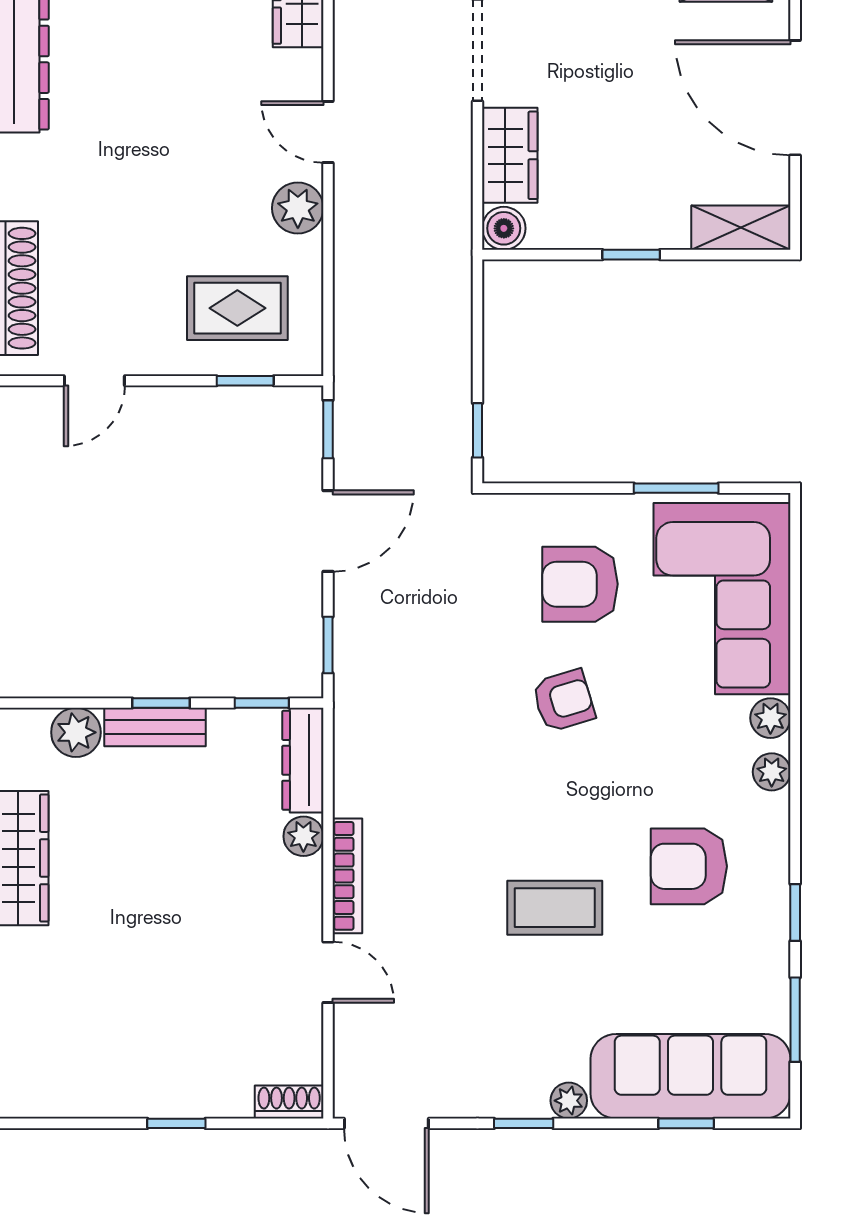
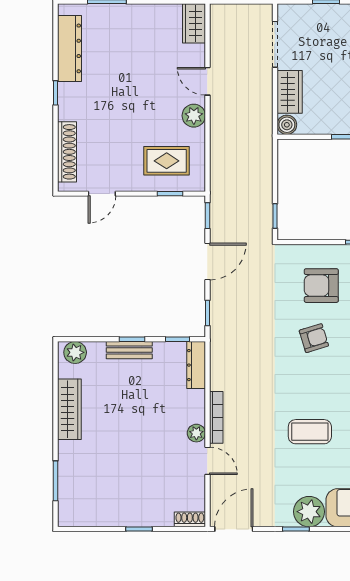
plant: (76, 732) -> (75, 352), moved
plant: (303, 836) -> (196, 433), moved
plant: (569, 1101) -> (309, 512), width x1.87, depth x1.87
door: (386, 1123) -> (234, 529), swing flipped

